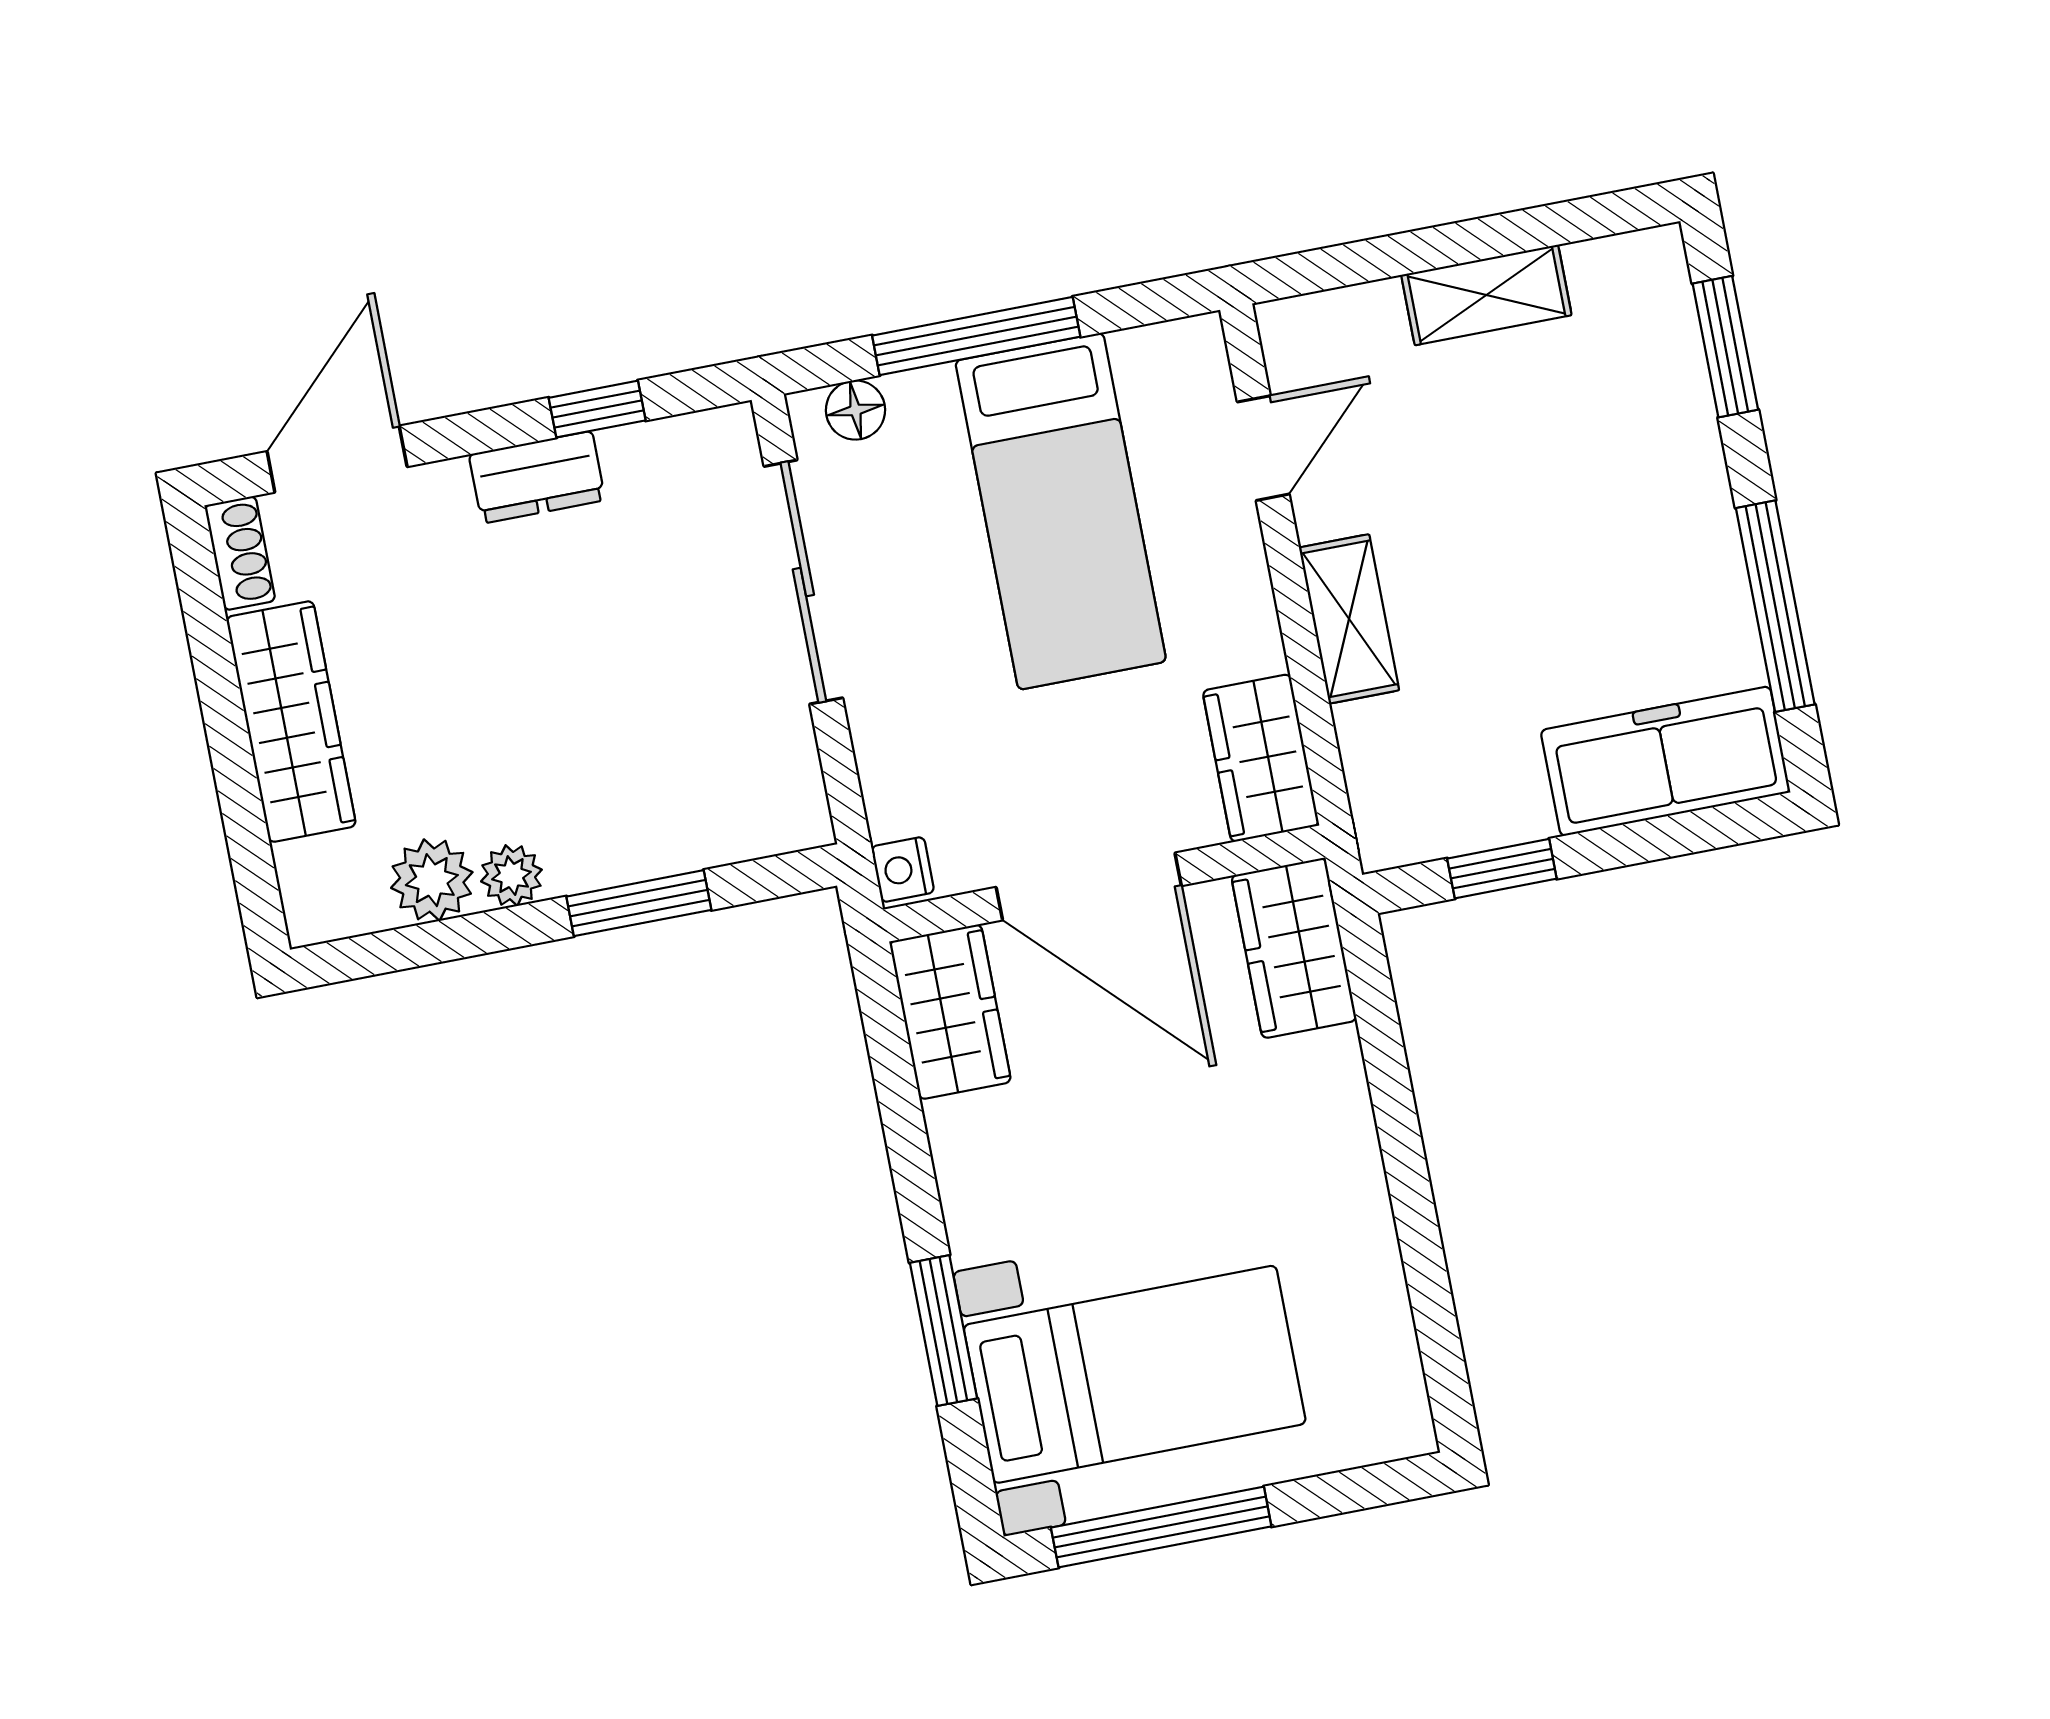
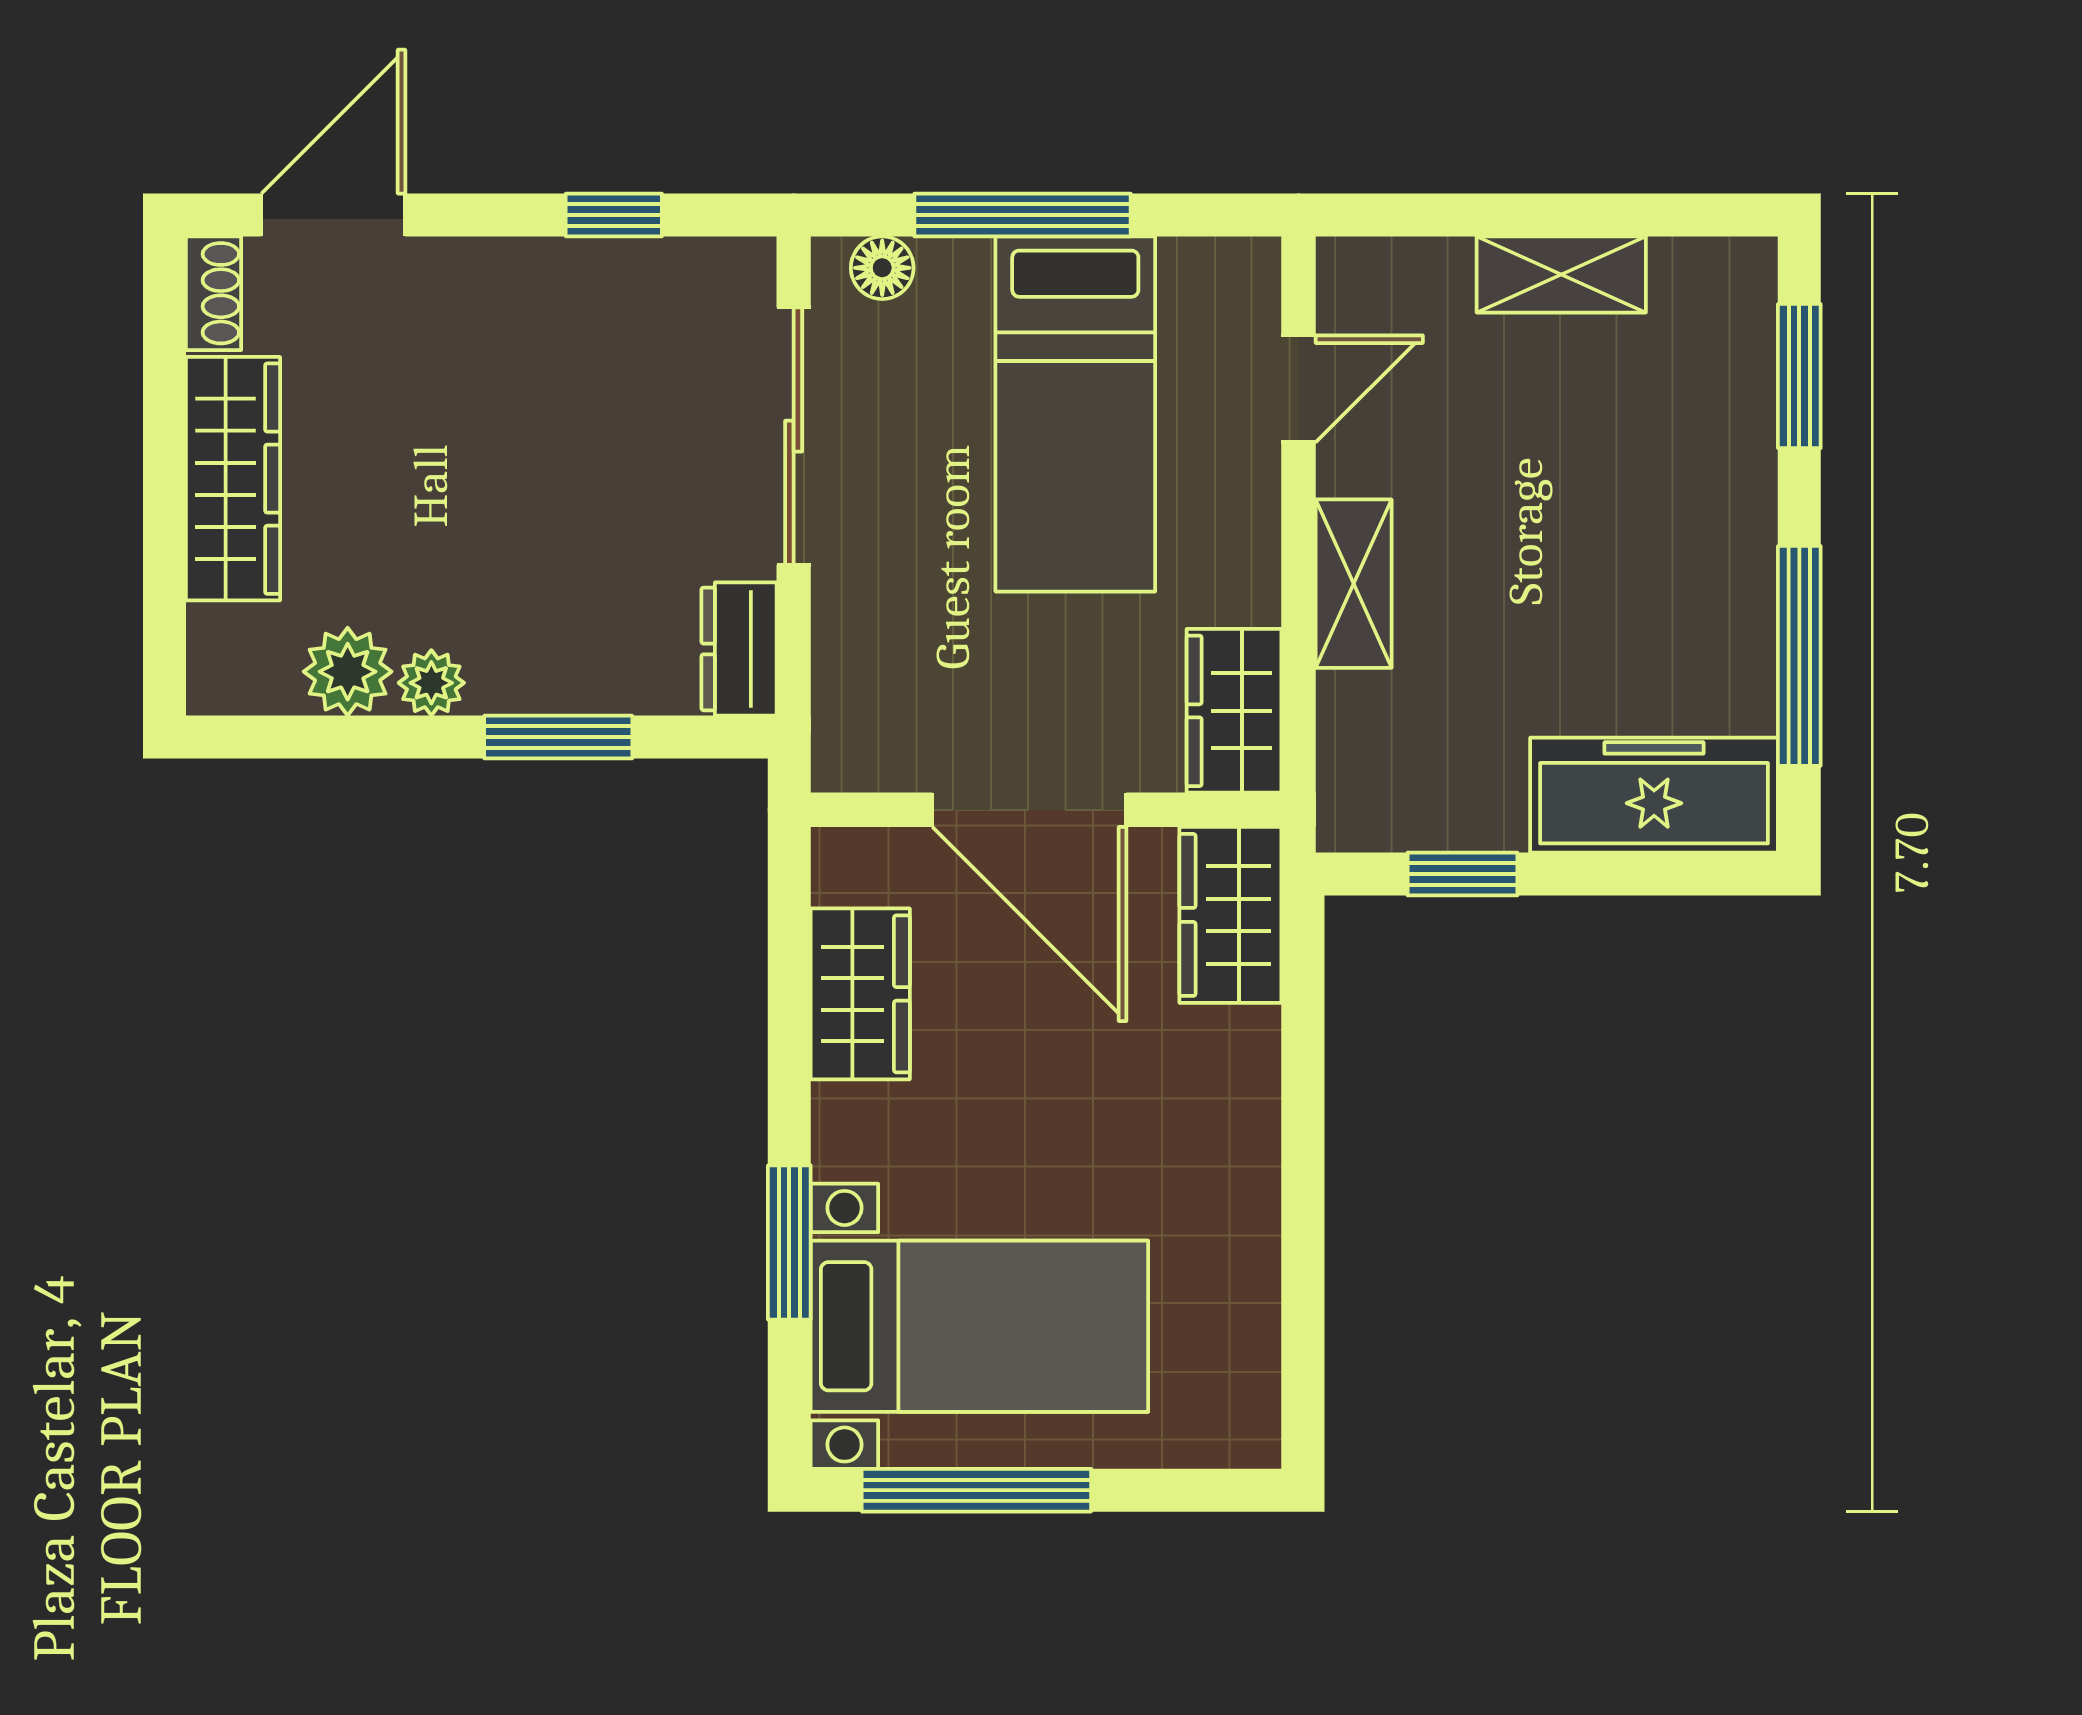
dresser: (537, 477) -> (739, 649), moved, turned 90
nightstand: (903, 869) -> (839, 755), removed
wardrobe: (950, 1012) -> (860, 994), moved

